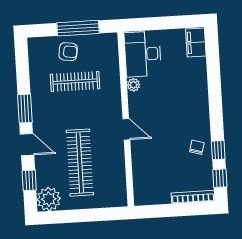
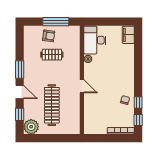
clothes rail: (75, 81) -> (52, 55), width x0.73

